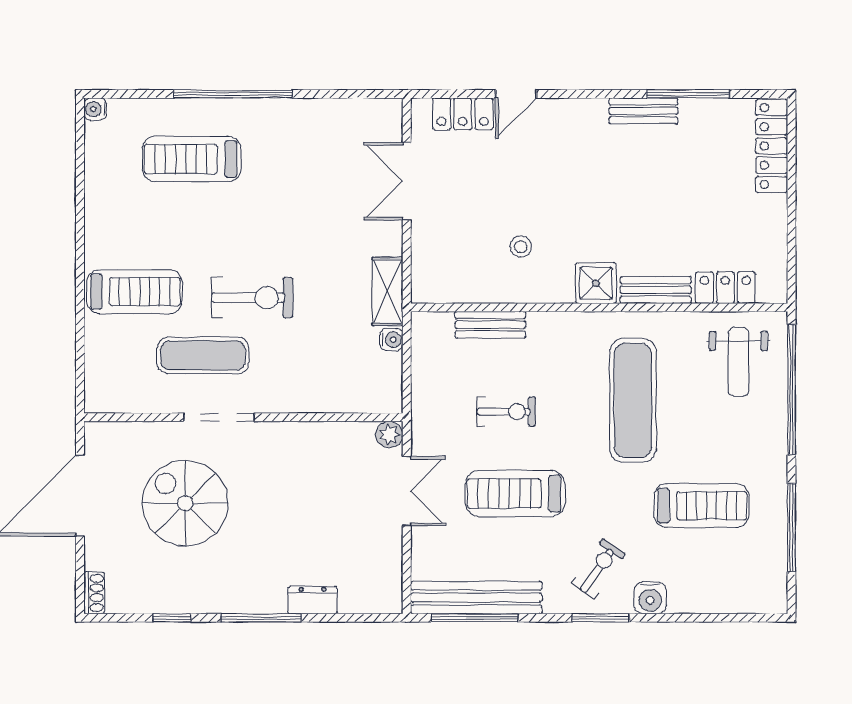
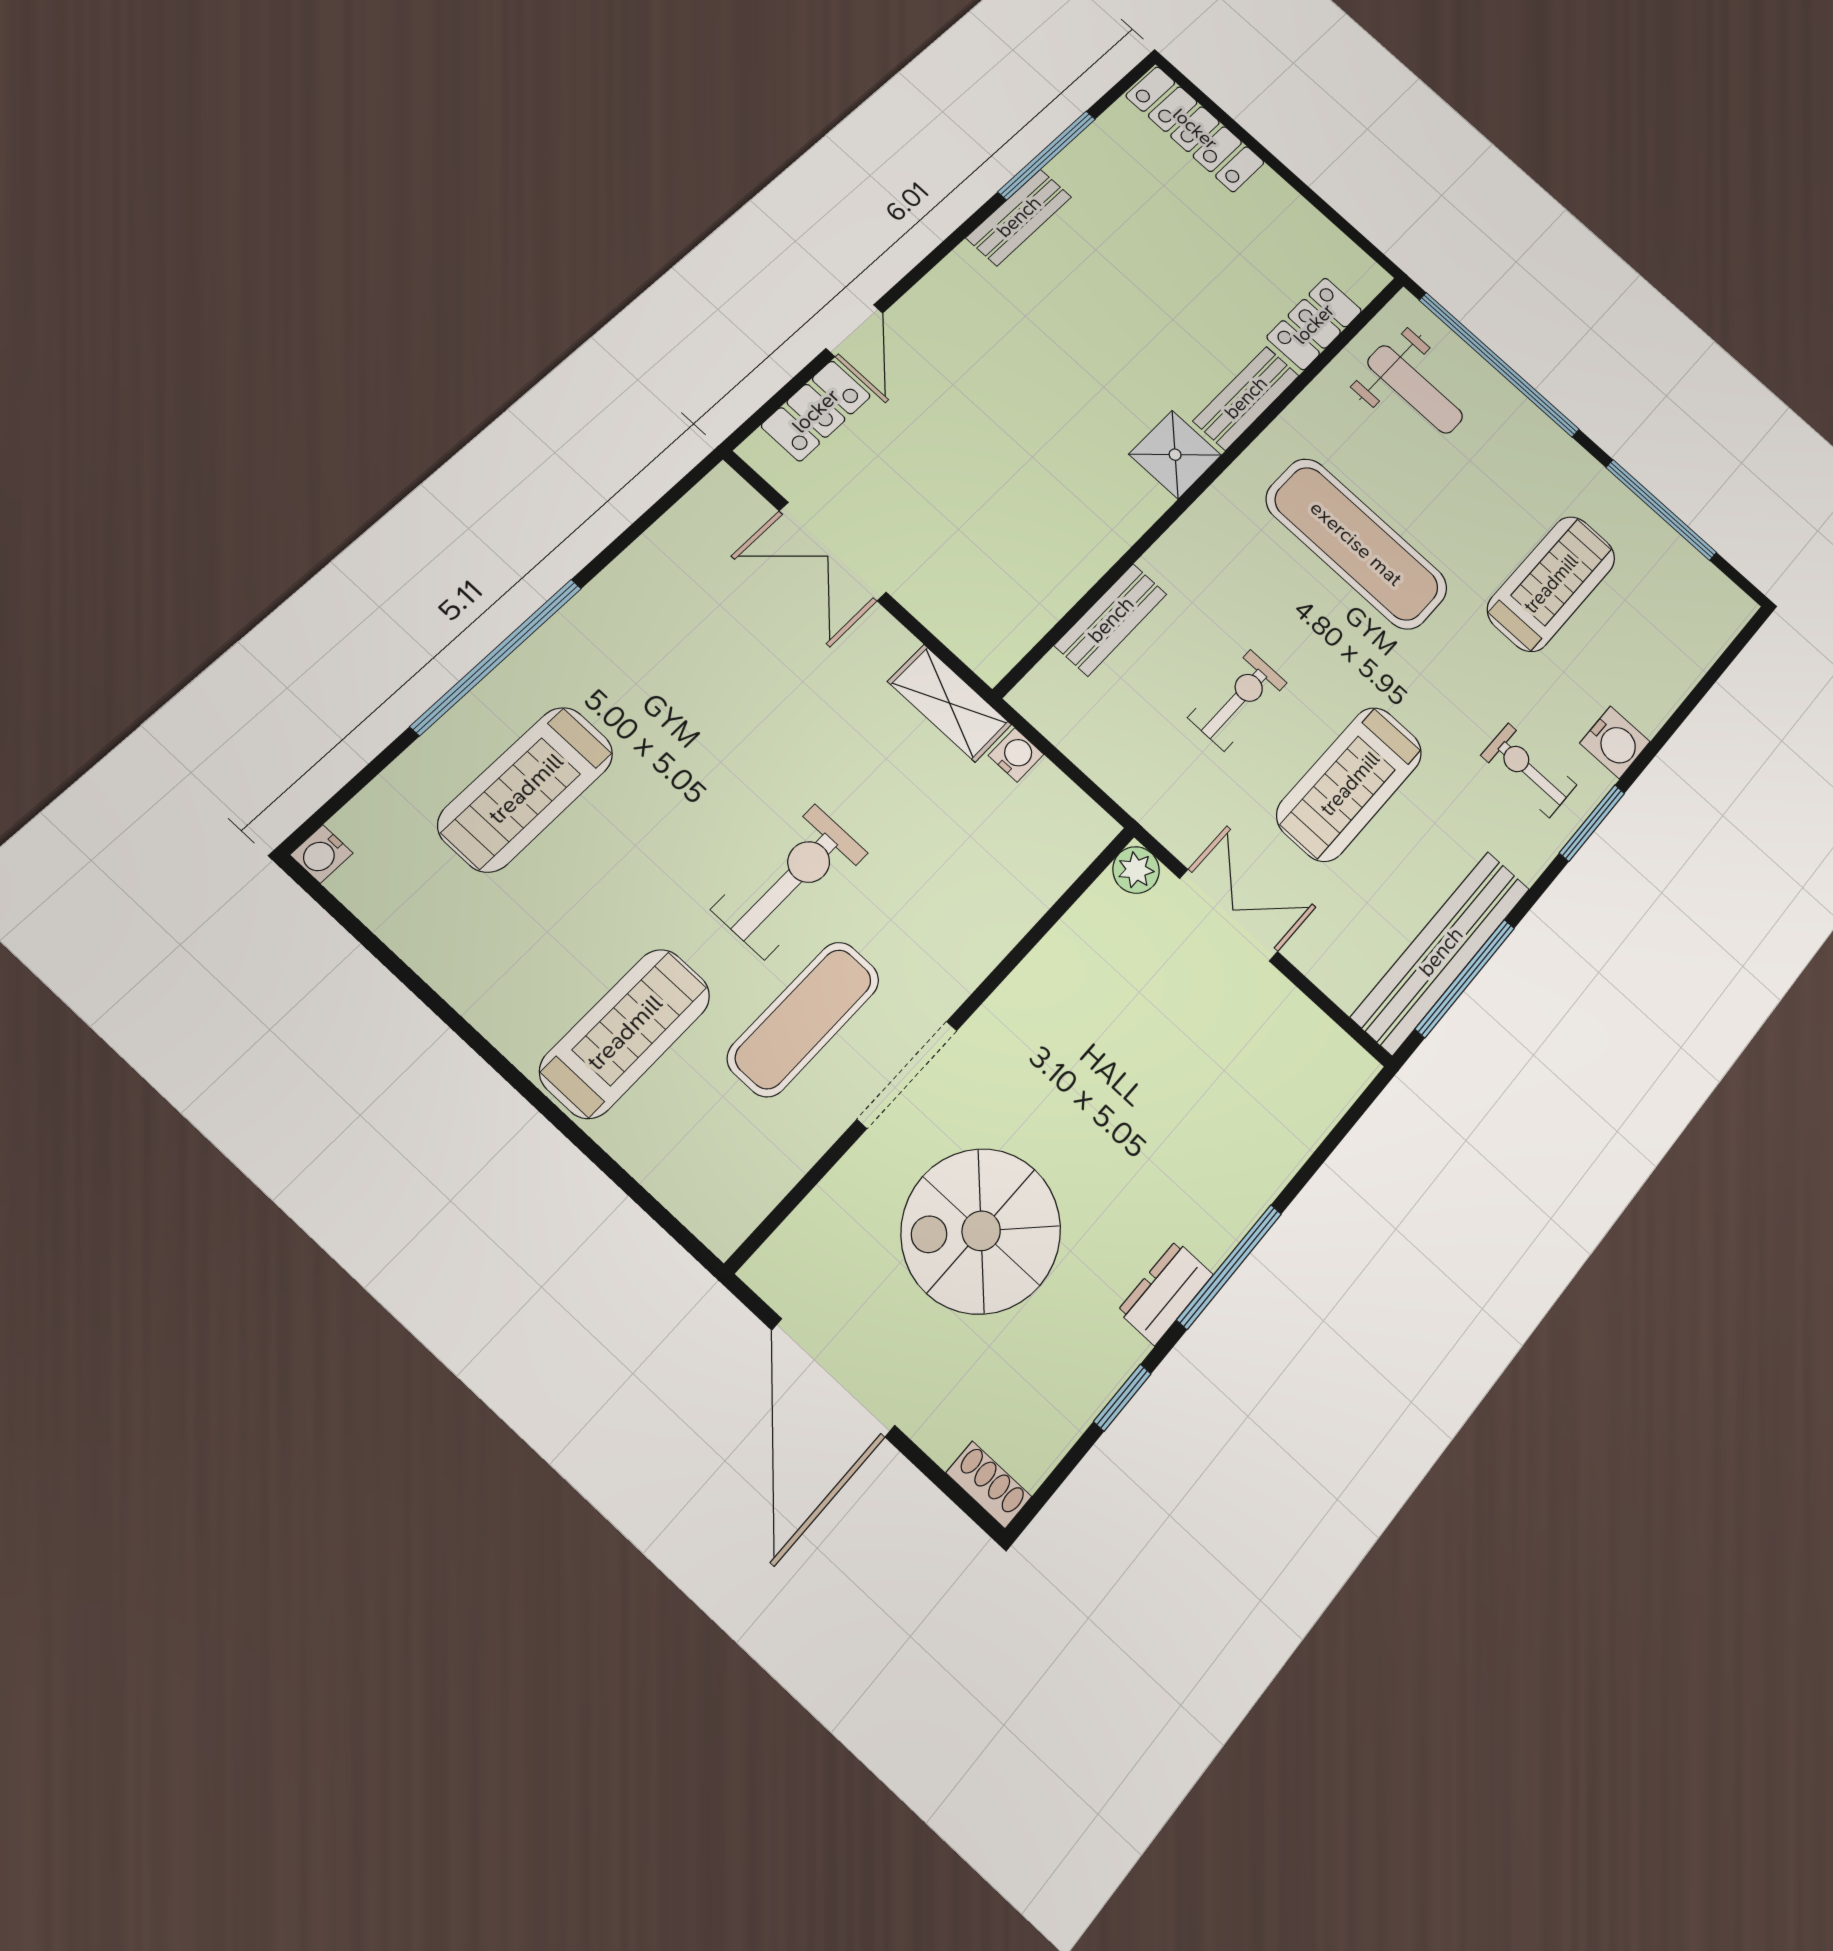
stool: (521, 247) -> (1047, 496), removed
exercise bike: (598, 569) -> (1529, 770), turned -35
dresser: (313, 600) -> (1165, 1293), moved

